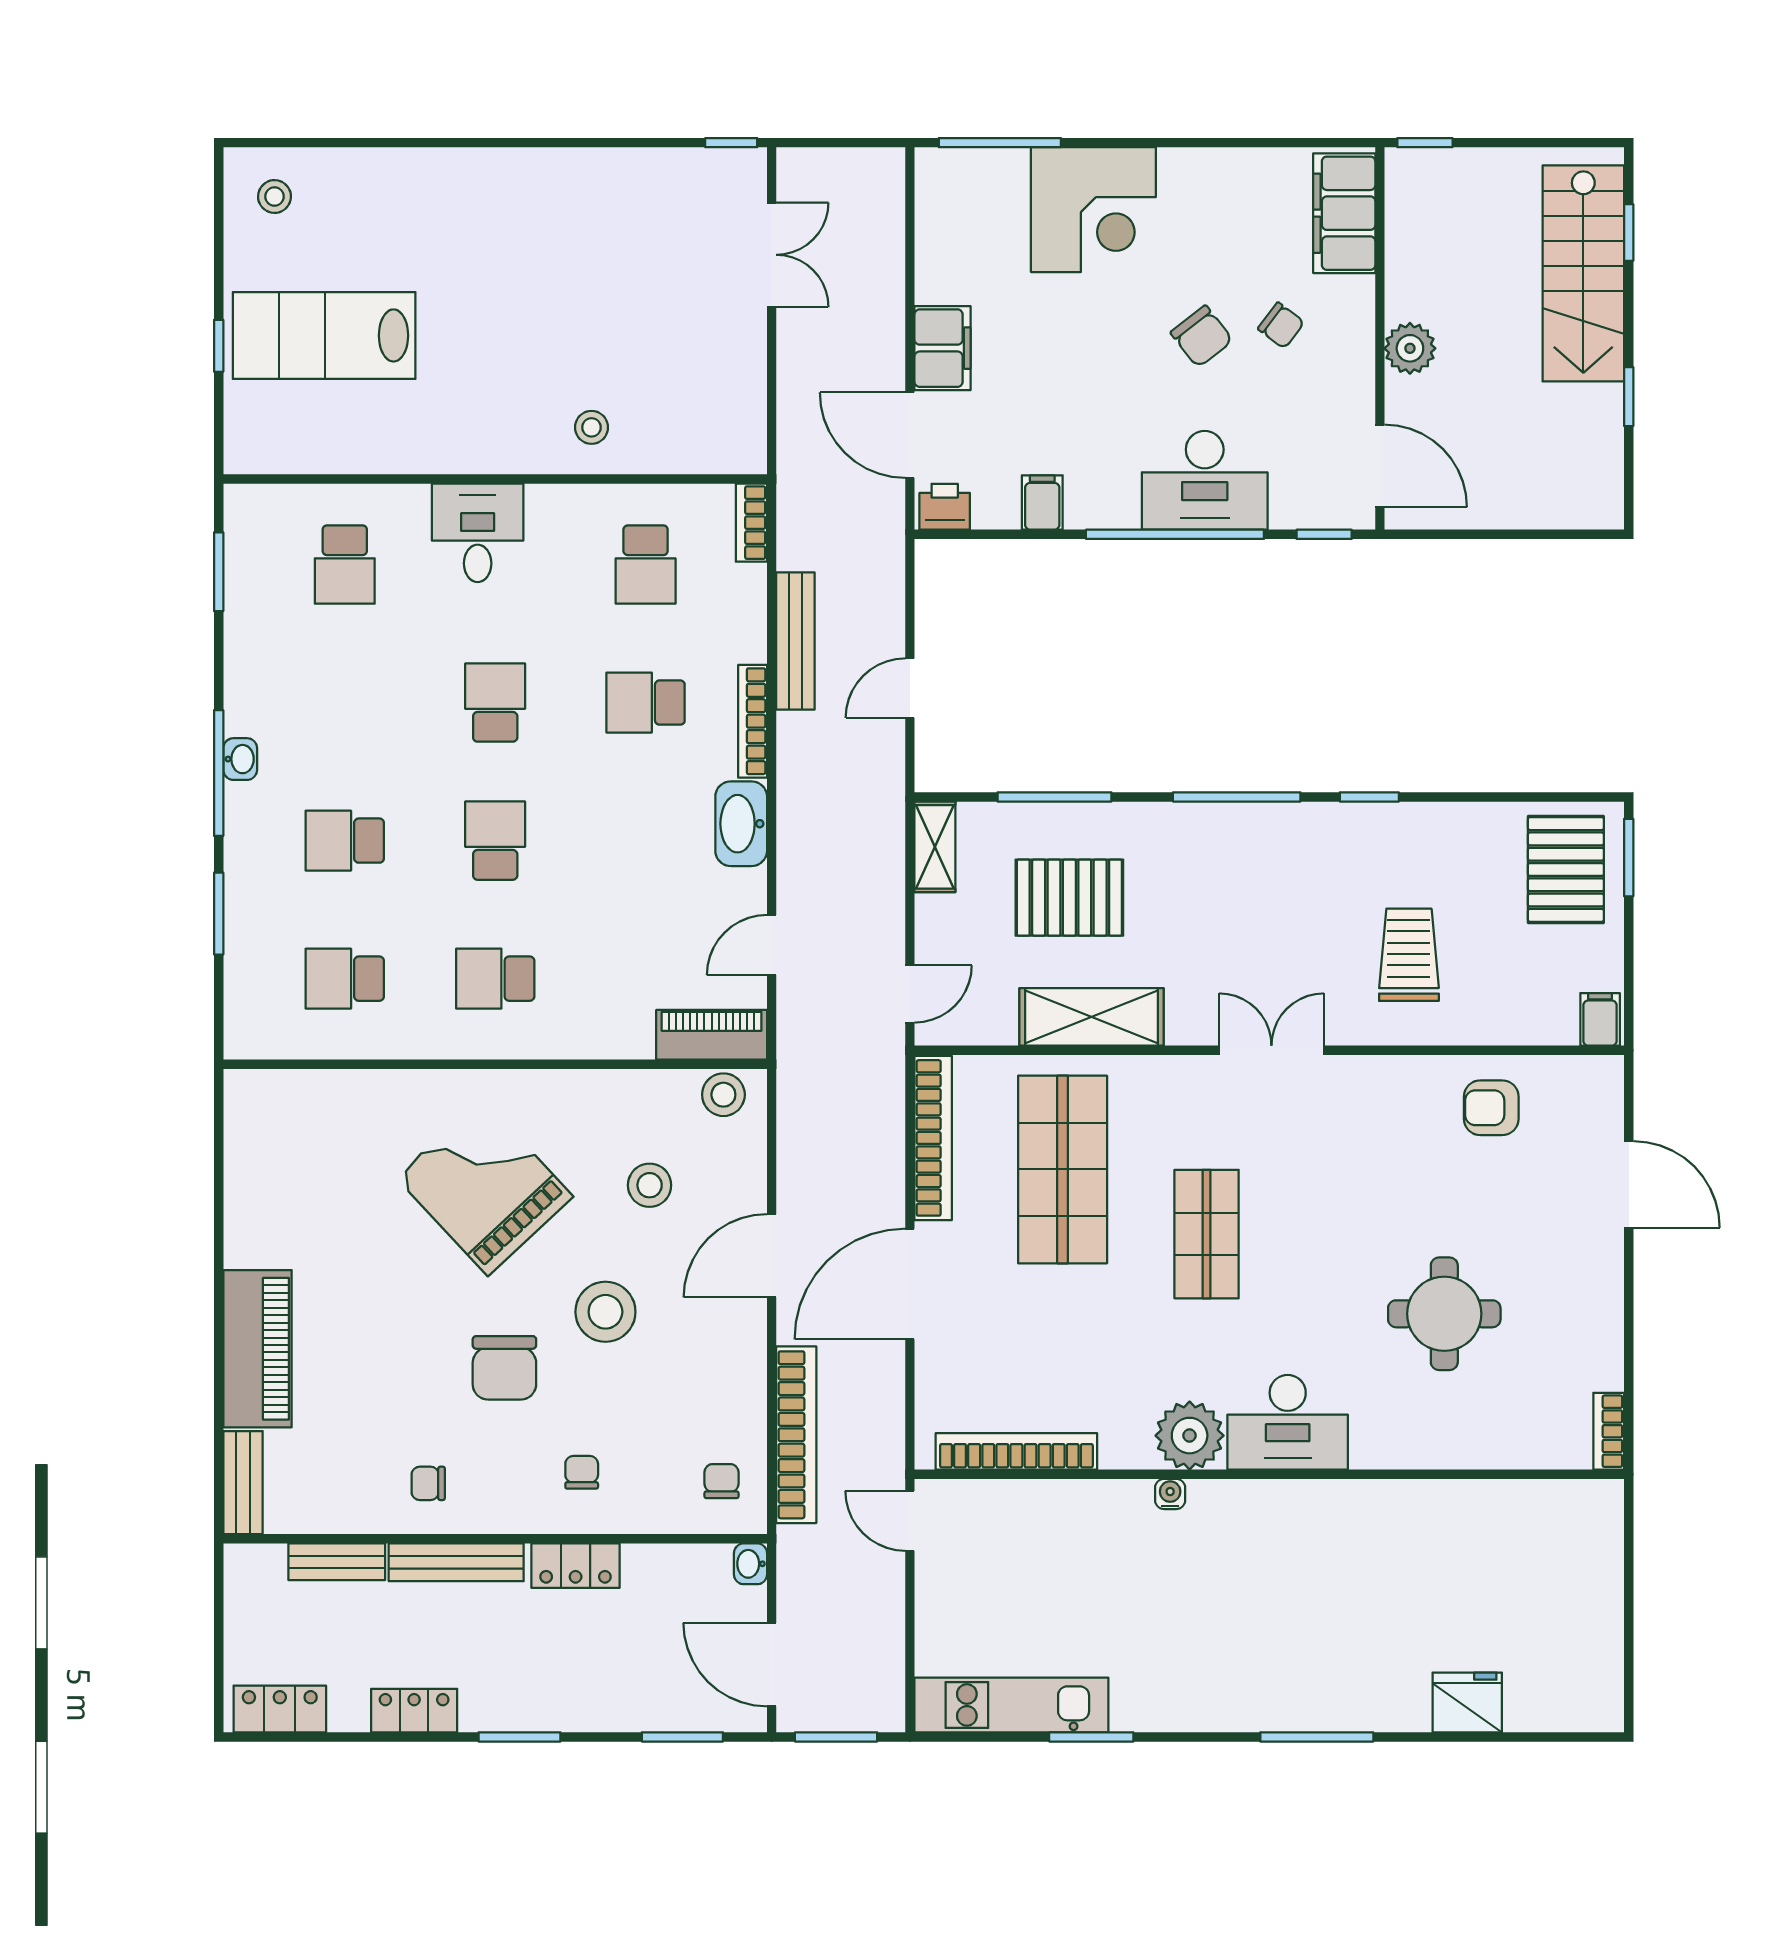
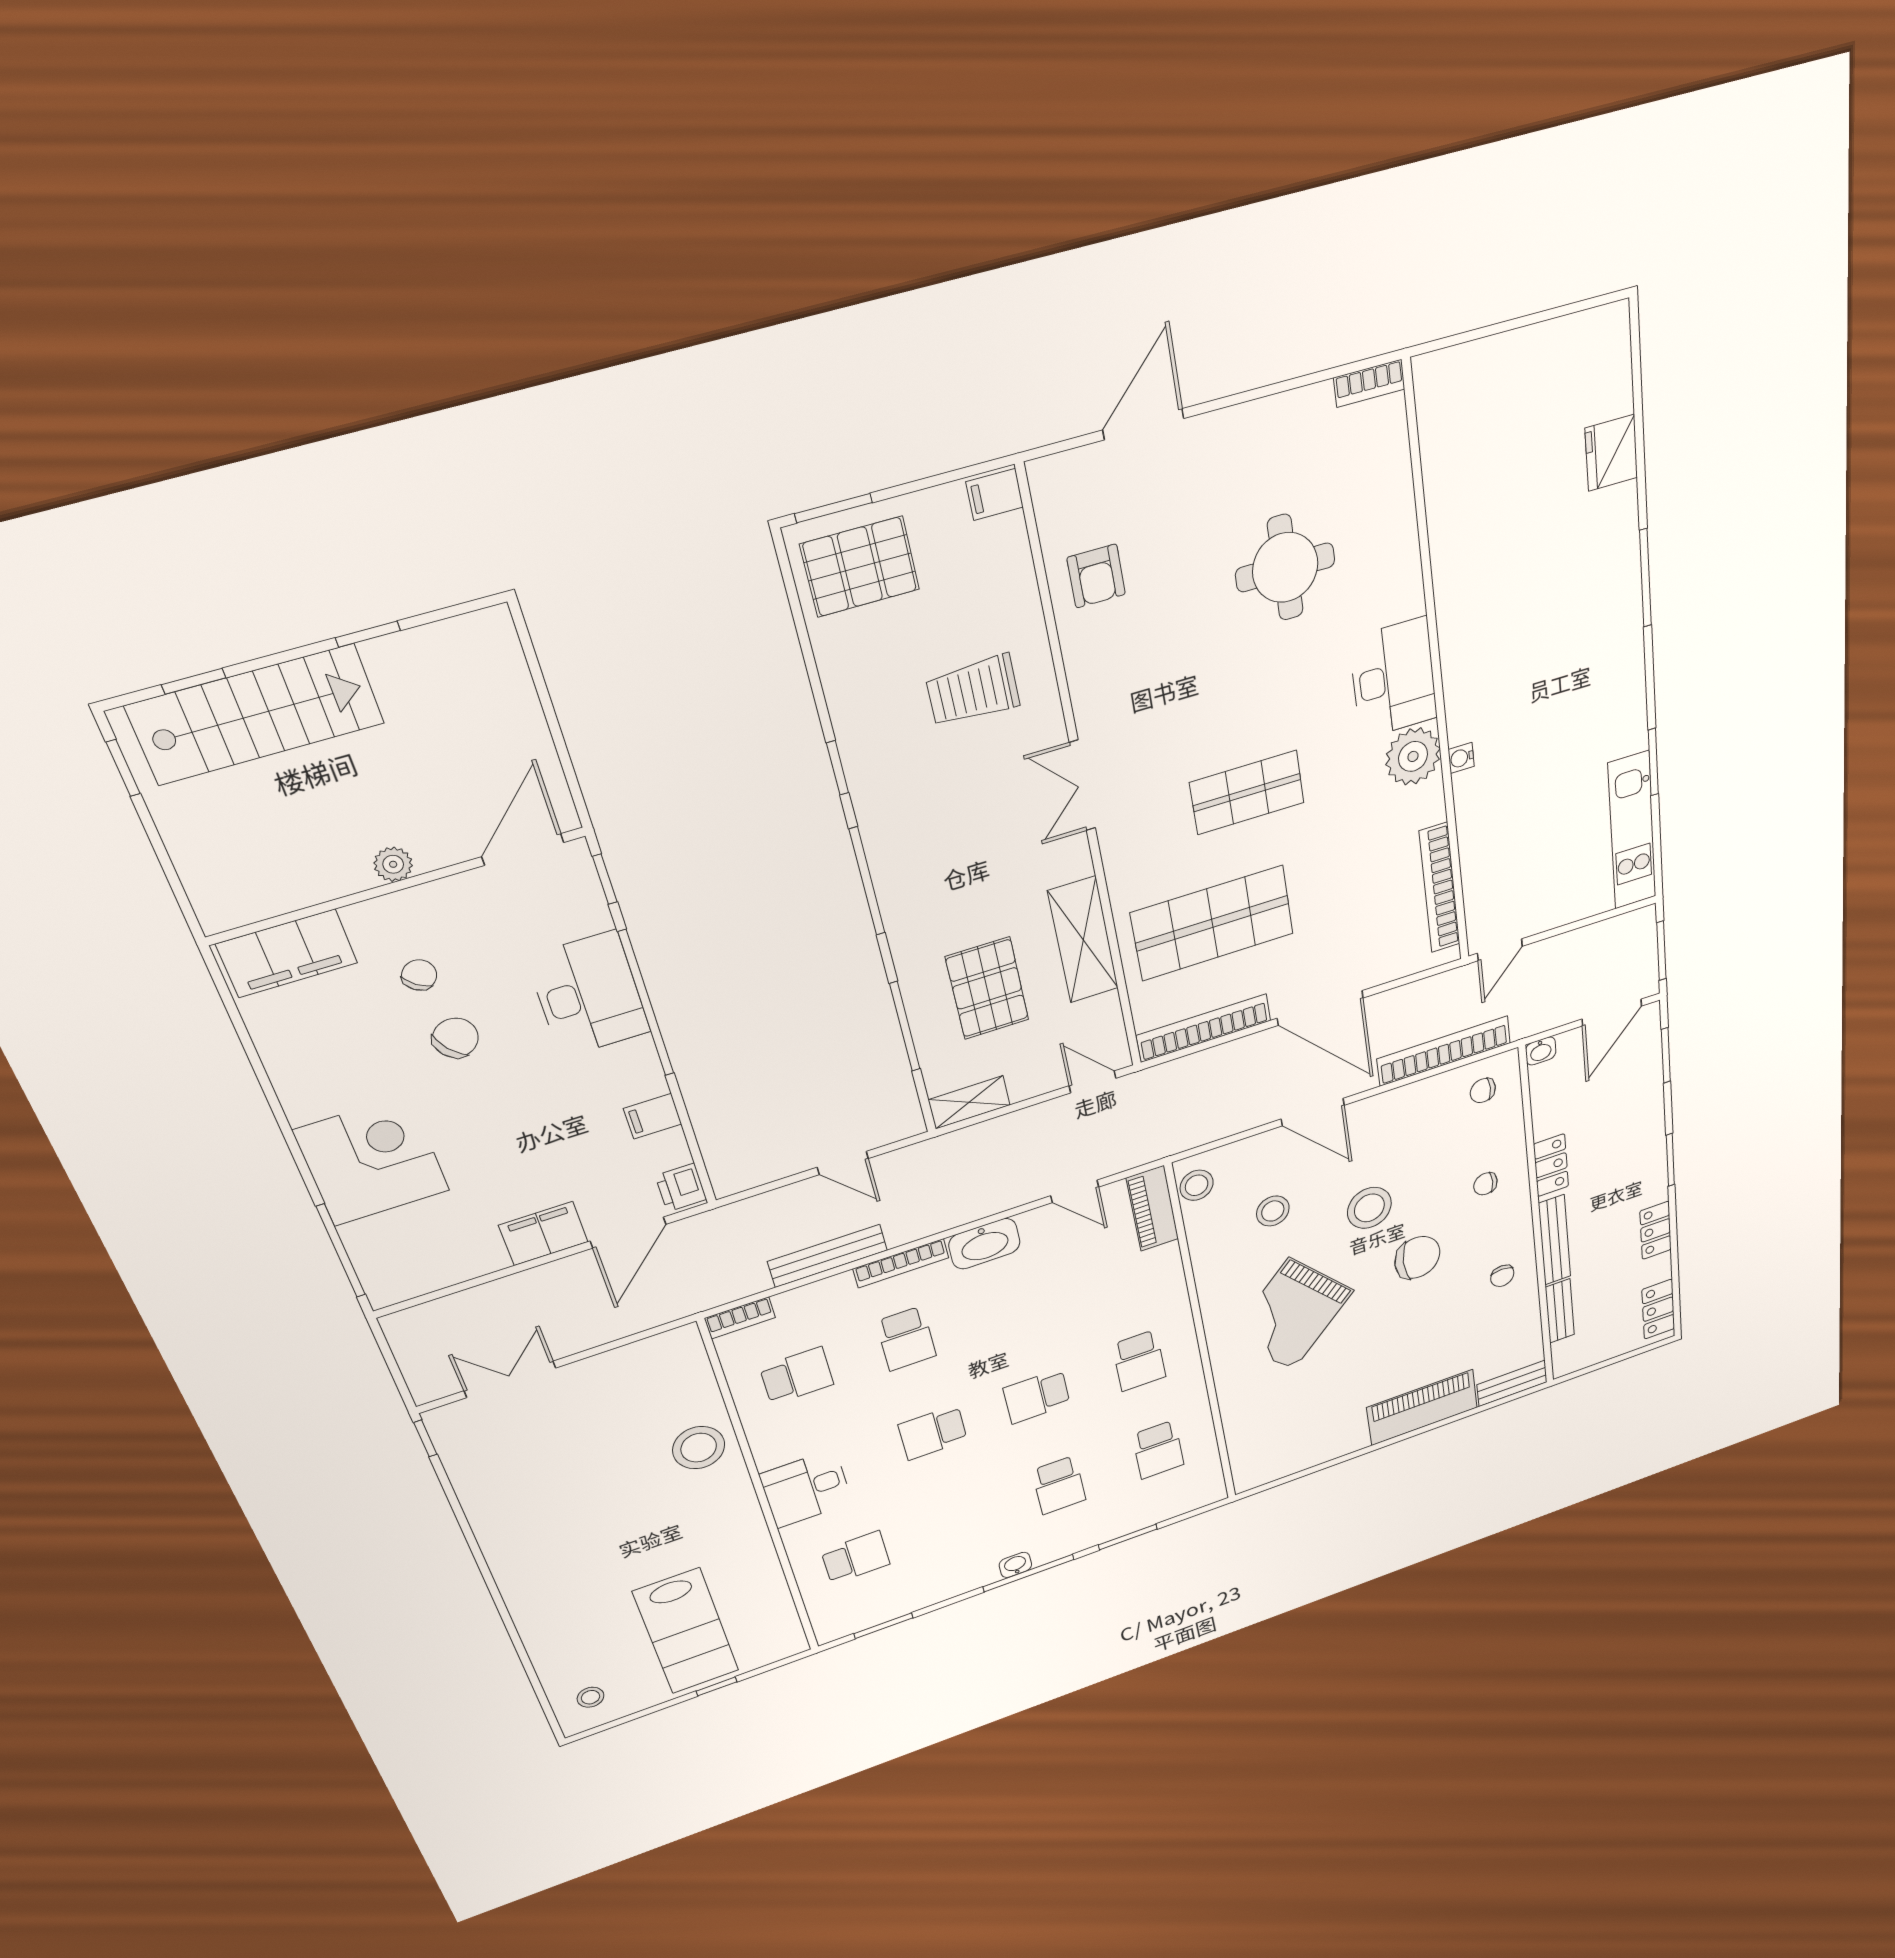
window: (1425, 143) -> (123, 768), moved
plant: (1410, 348) -> (393, 864), width x0.73, depth x0.73
stool: (591, 427) -> (699, 1448), width x1.89, depth x1.89

